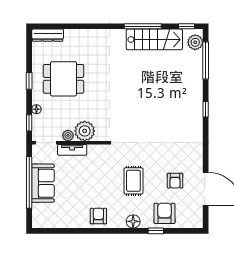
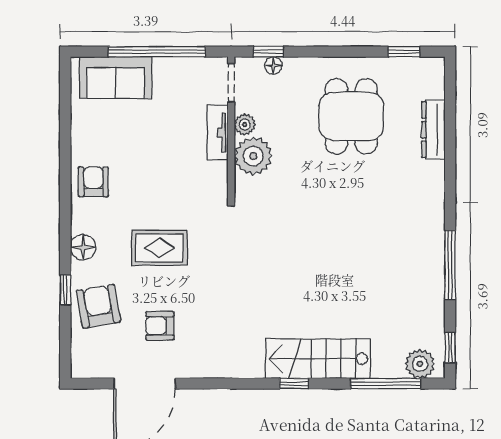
dresser: (48, 35) -> (433, 130), moved
stairs: (154, 39) -> (318, 359), moved, turned 90
window: (29, 81) -> (404, 52), moved
floor lamp: (36, 109) -> (273, 65), moved
sofa: (43, 183) -> (116, 78), moved
armchair: (165, 213) -> (98, 306), turned -100
armchair: (98, 216) -> (93, 182), turned -90

